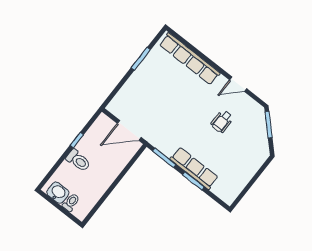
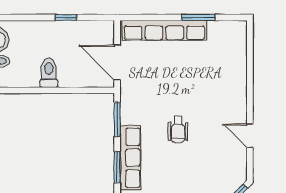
row of seats: (190, 59) -> (164, 30), moved, turned -90
wheelchair: (222, 121) -> (178, 129), moved, turned -90
toilet: (78, 160) -> (49, 73), moved, turned 180

